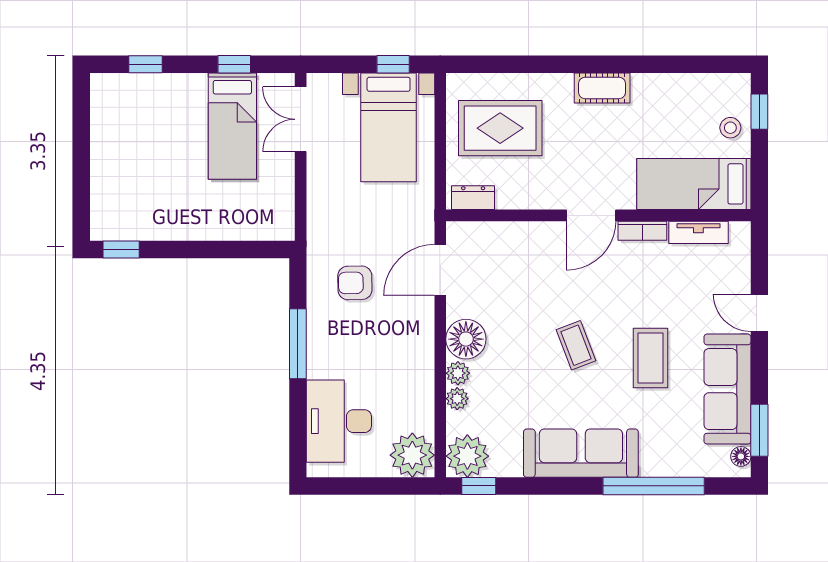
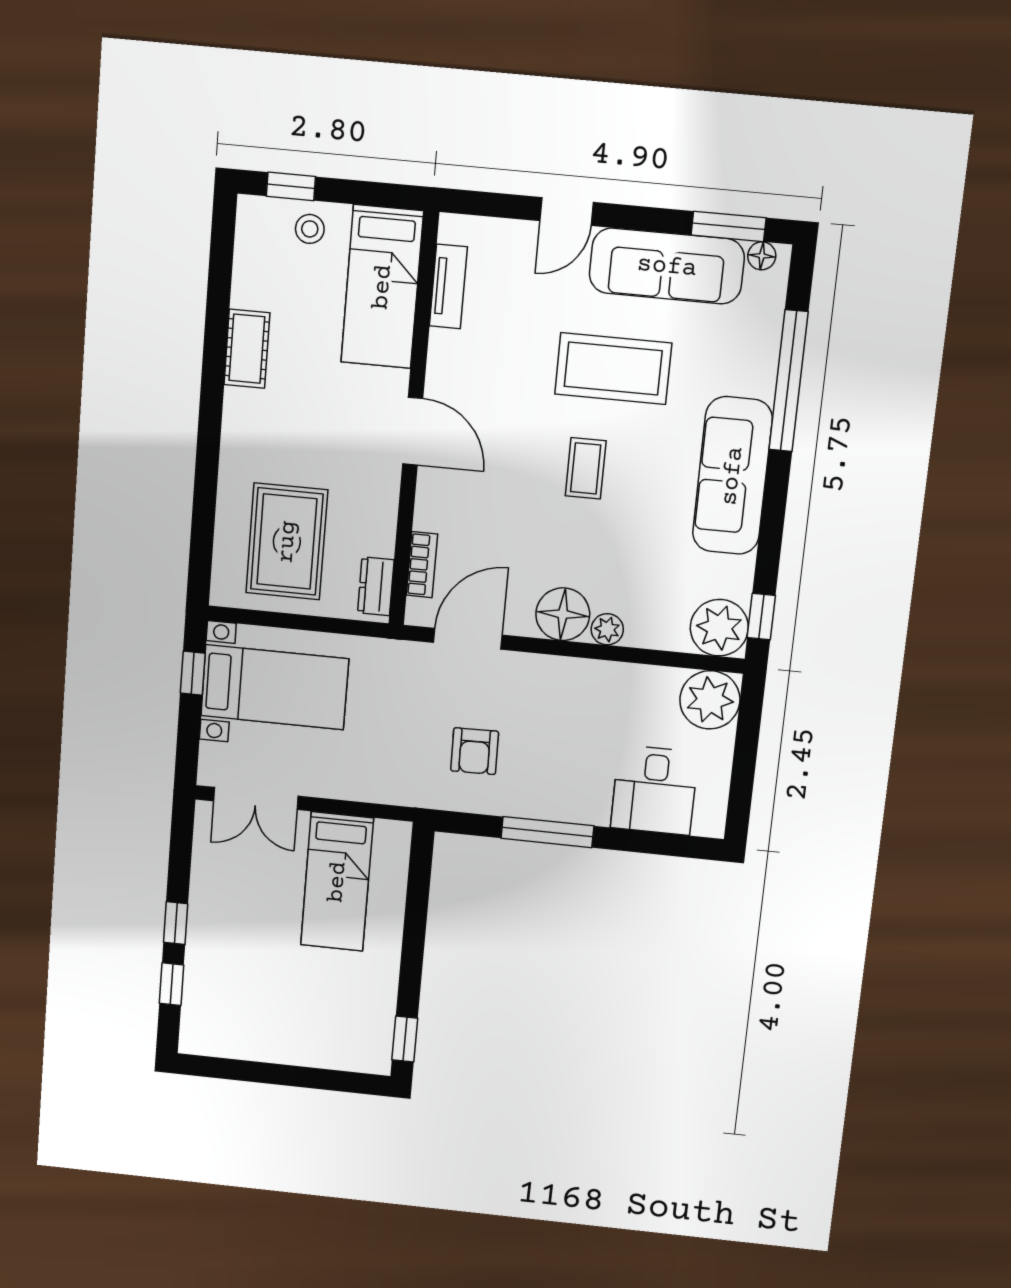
window: (234, 64) -> (176, 923), moved
cot: (602, 88) -> (247, 349), moved
bed: (232, 126) -> (337, 882), moved, turned 90
bookcase: (642, 231) -> (422, 565), moved
door: (440, 270) -> (468, 639), swing flipped
coffee table: (576, 345) -> (586, 468), turned -69
coffee table: (651, 358) -> (613, 369), width x1.36, depth x1.32
plant: (457, 399) -> (641, 634), removed
desk: (339, 421) -> (654, 790), width x0.73

